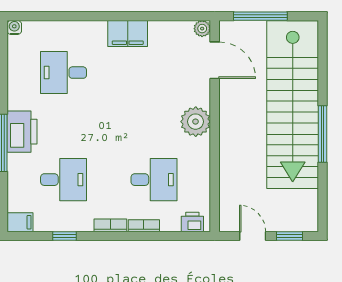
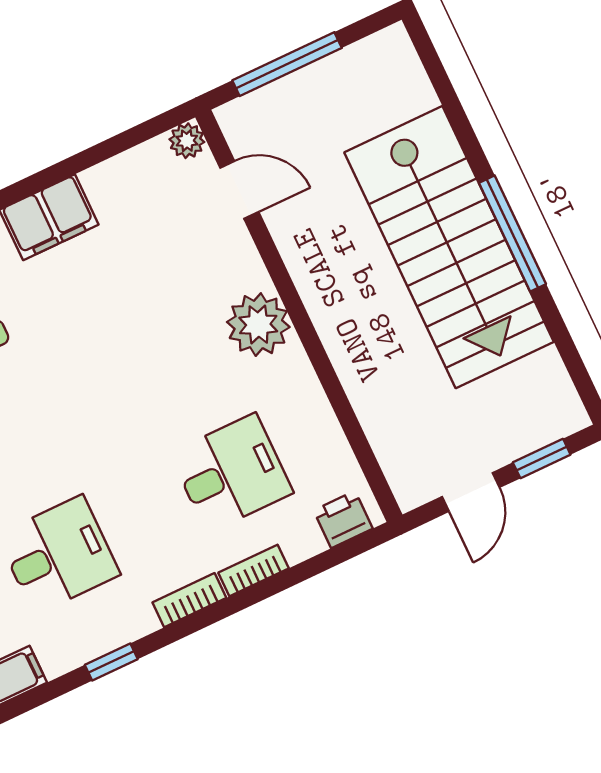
door: (215, 60) -> (239, 190), width x0.73
stairs: (293, 105) -> (449, 247), width x0.73
door: (253, 236) -> (471, 492), swing flipped

